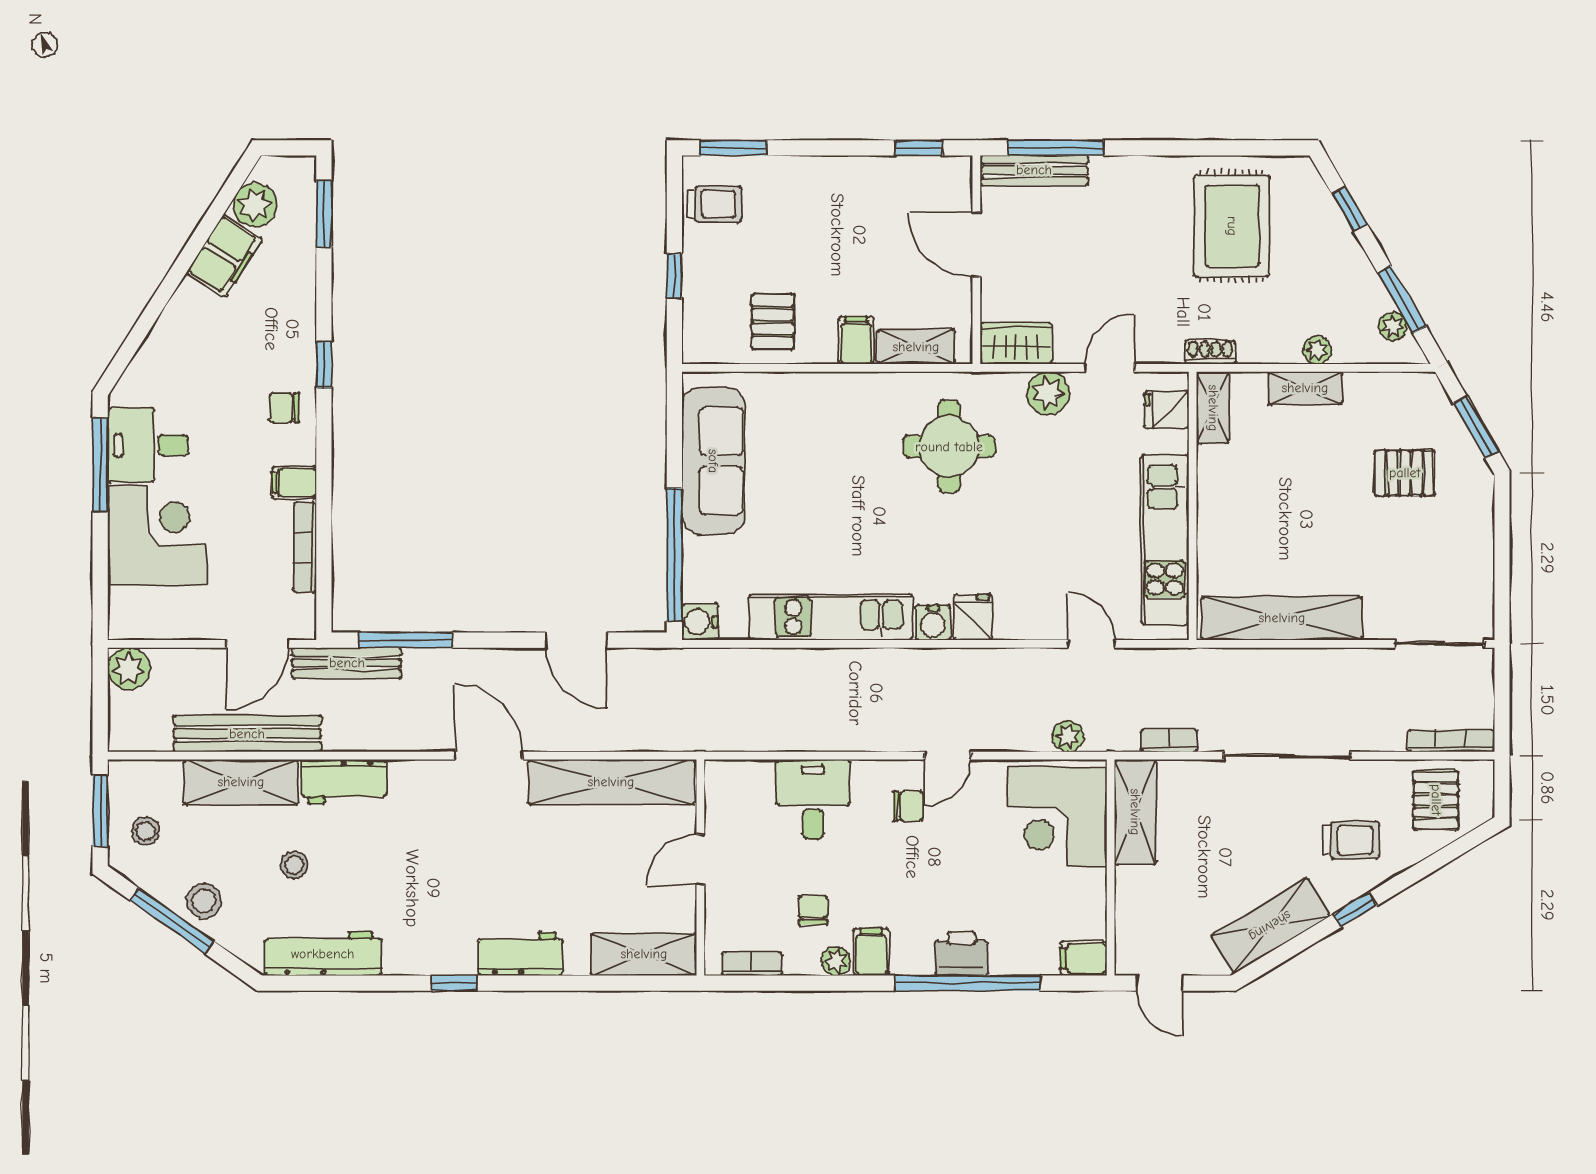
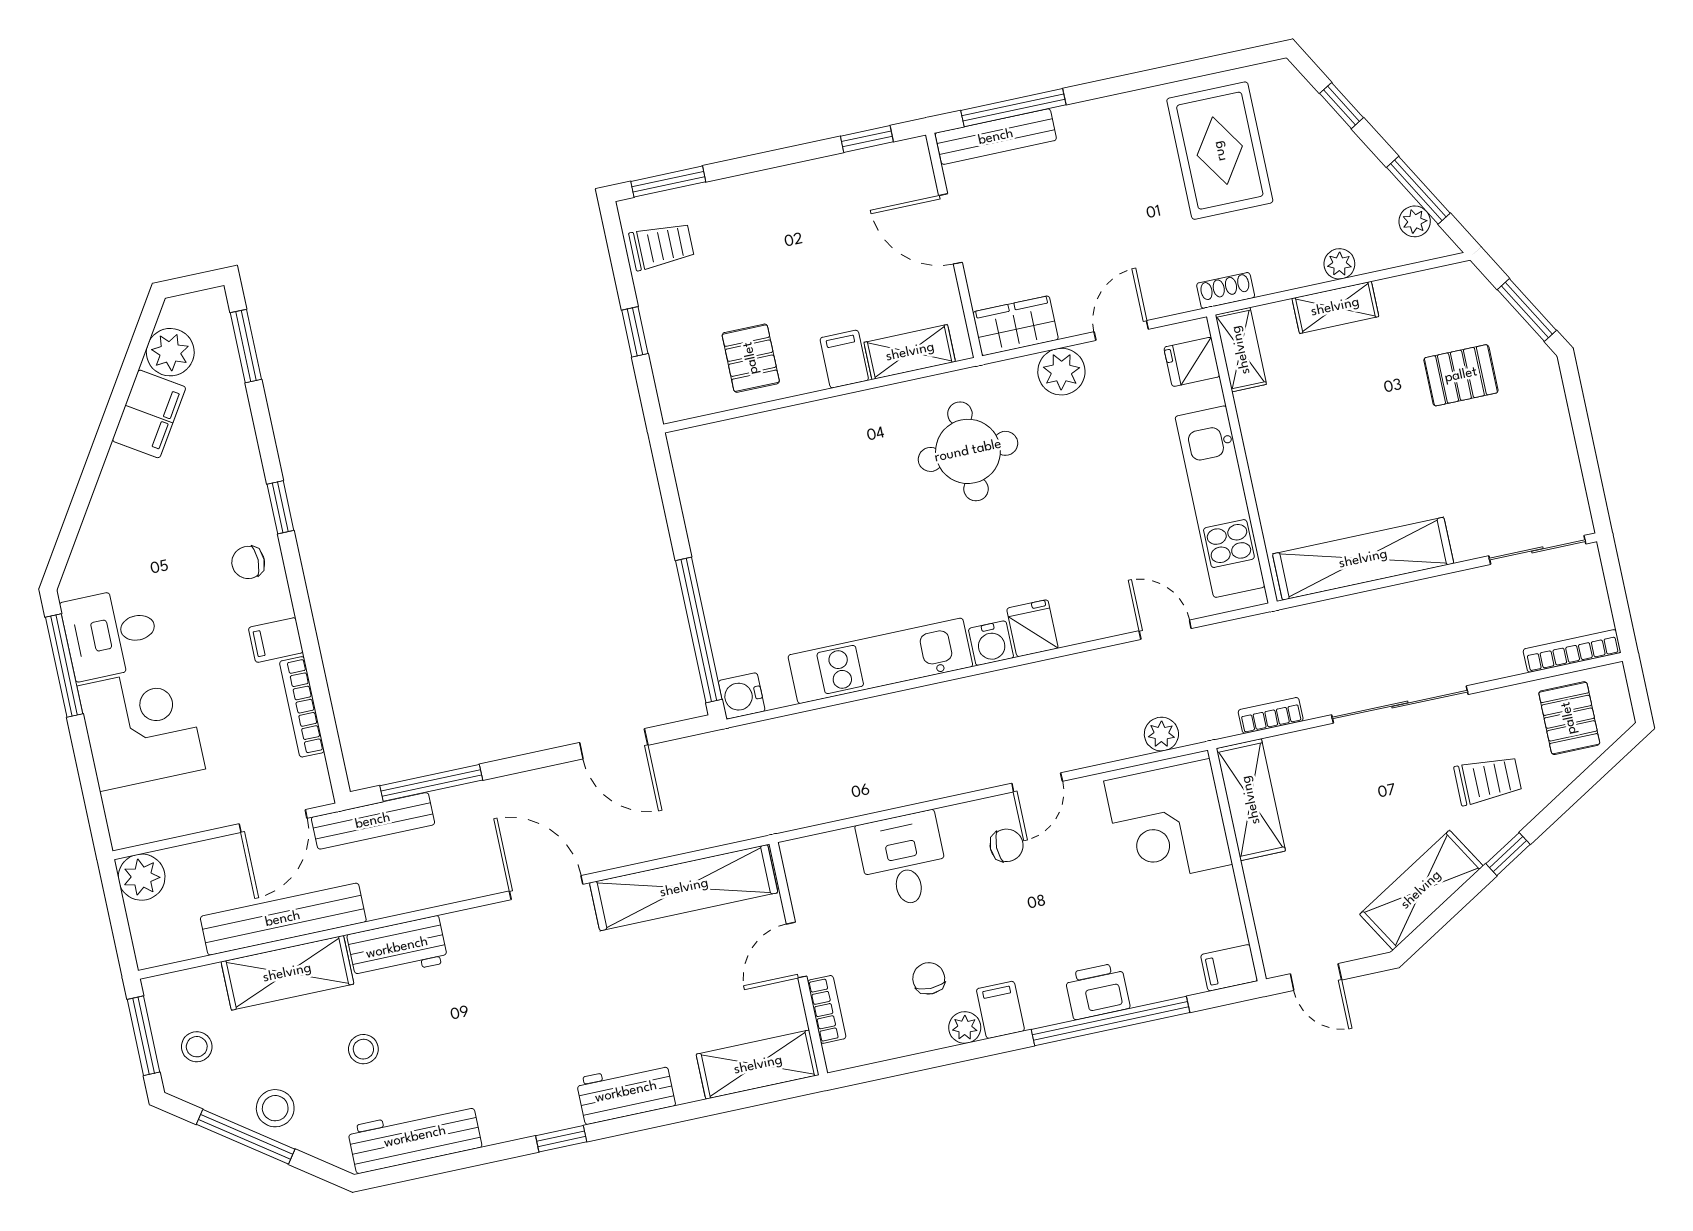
sofa: (713, 461) -> (719, 521), removed
bookcase: (752, 964) -> (827, 1009), moved, turned 90

